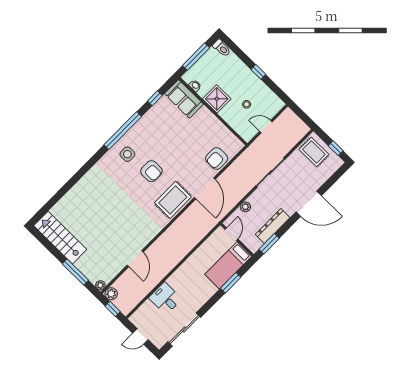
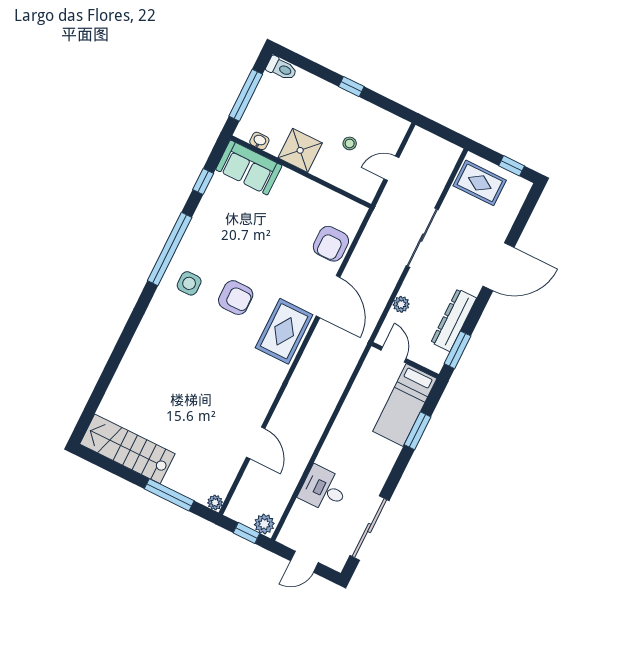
plant: (111, 294) -> (264, 524), moved

